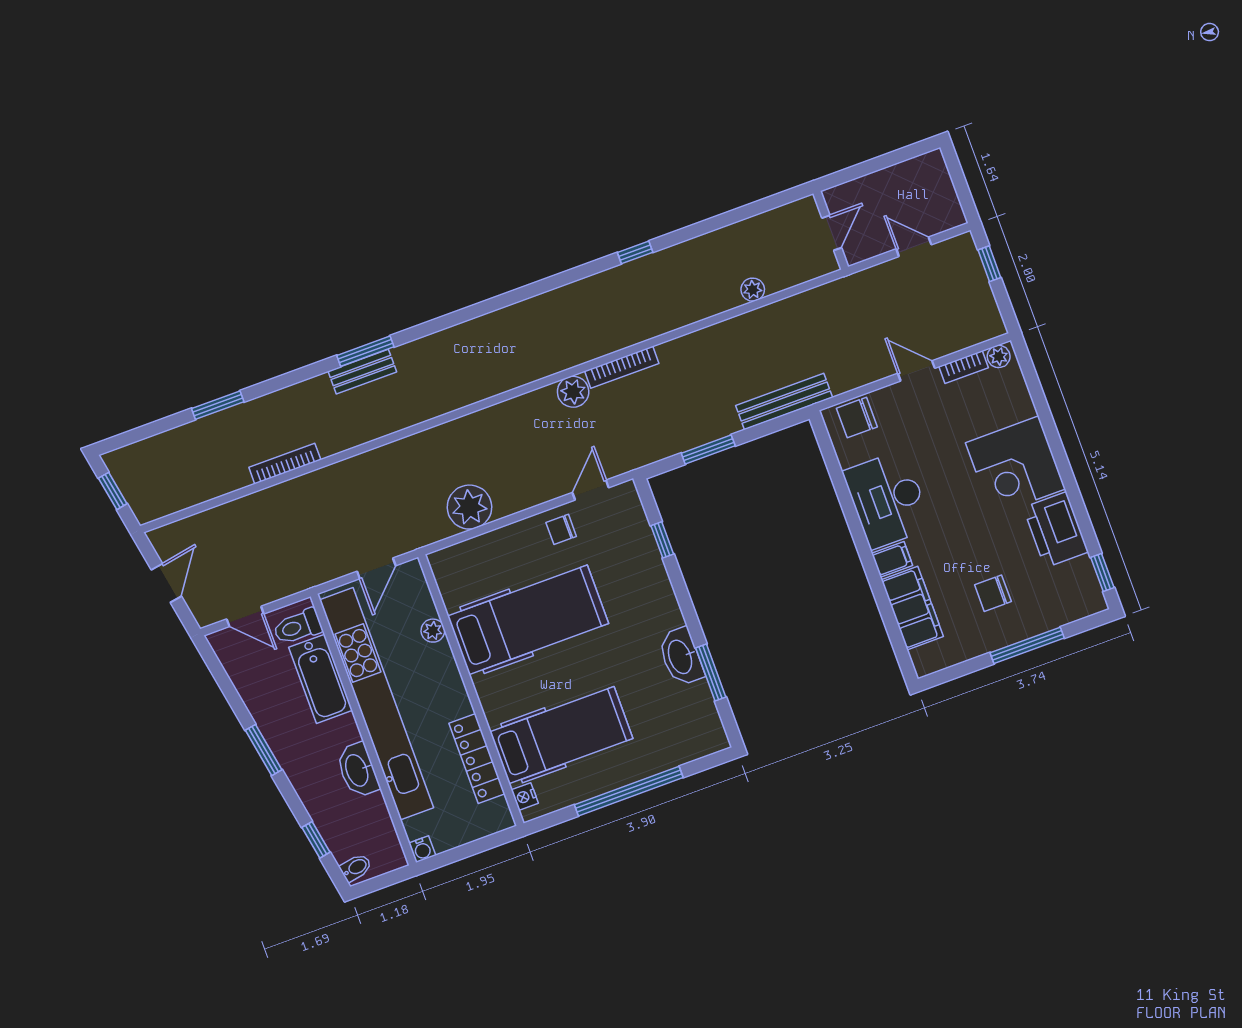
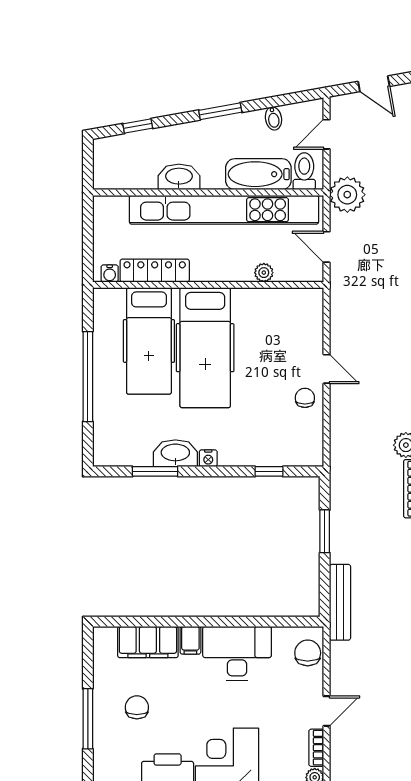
door: (591, 490) -> (327, 369), moved
plant: (469, 507) -> (347, 195), moved
hospital bed: (528, 620) -> (205, 348), moved
nightstand: (525, 797) -> (208, 458), moved, turned 180
water cooler: (422, 849) -> (110, 273), moved, turned -90
bidet: (356, 868) -> (273, 118), moved

